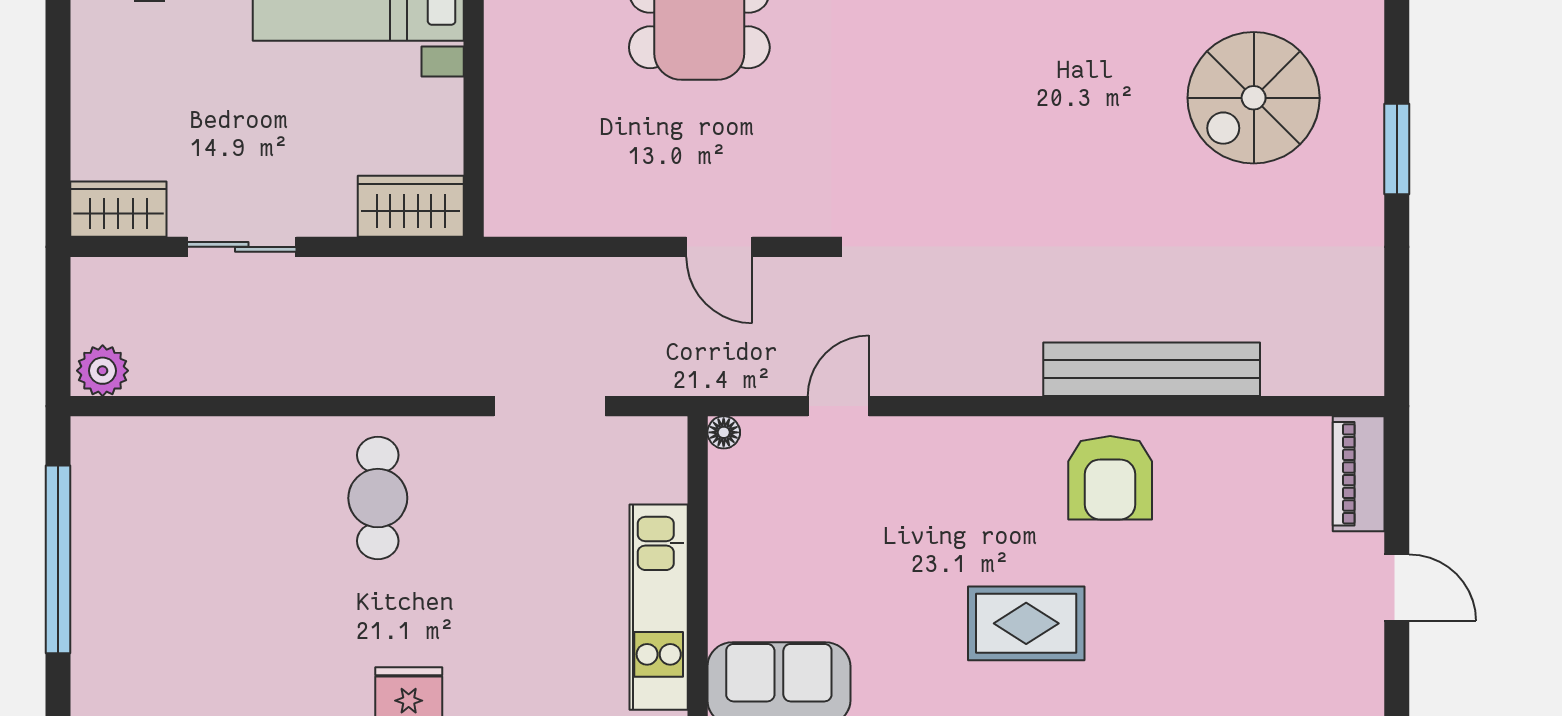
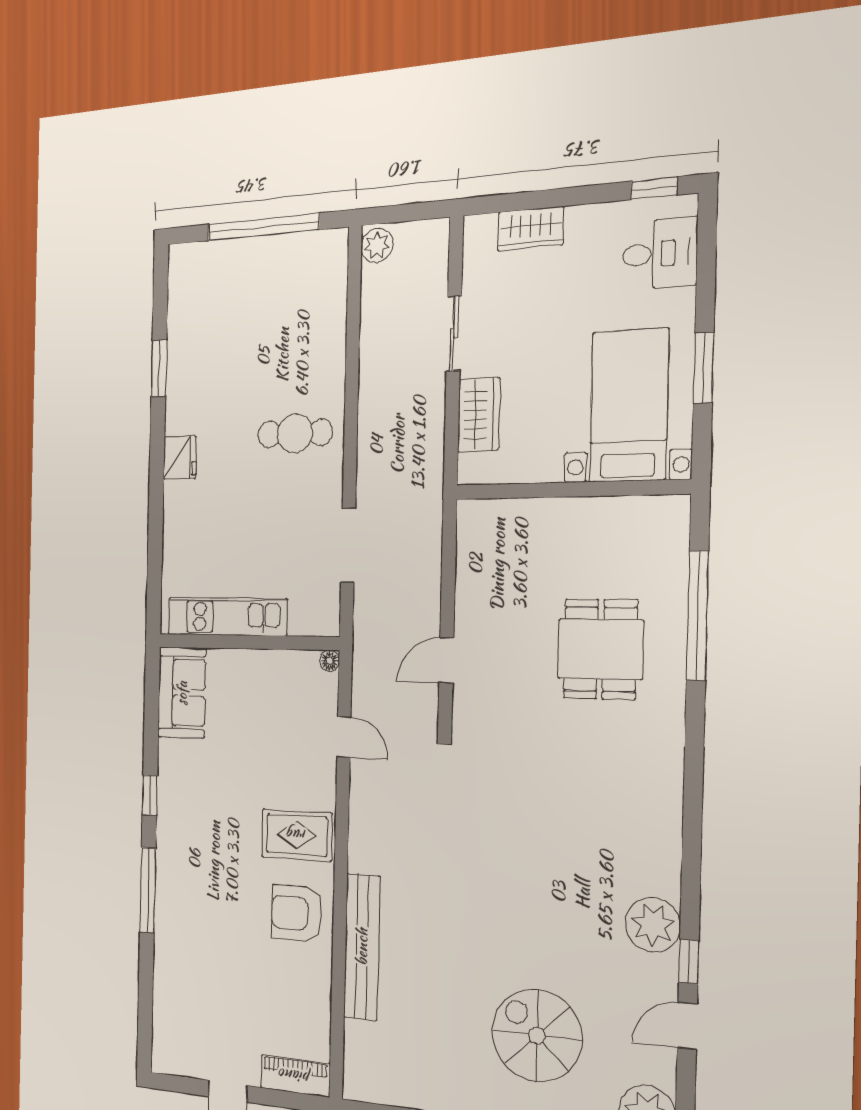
wardrobe: (411, 206) -> (479, 415), moved
wardrobe: (118, 209) -> (531, 229), moved, turned 90
rug: (1026, 623) -> (297, 835), moved, turned 90

